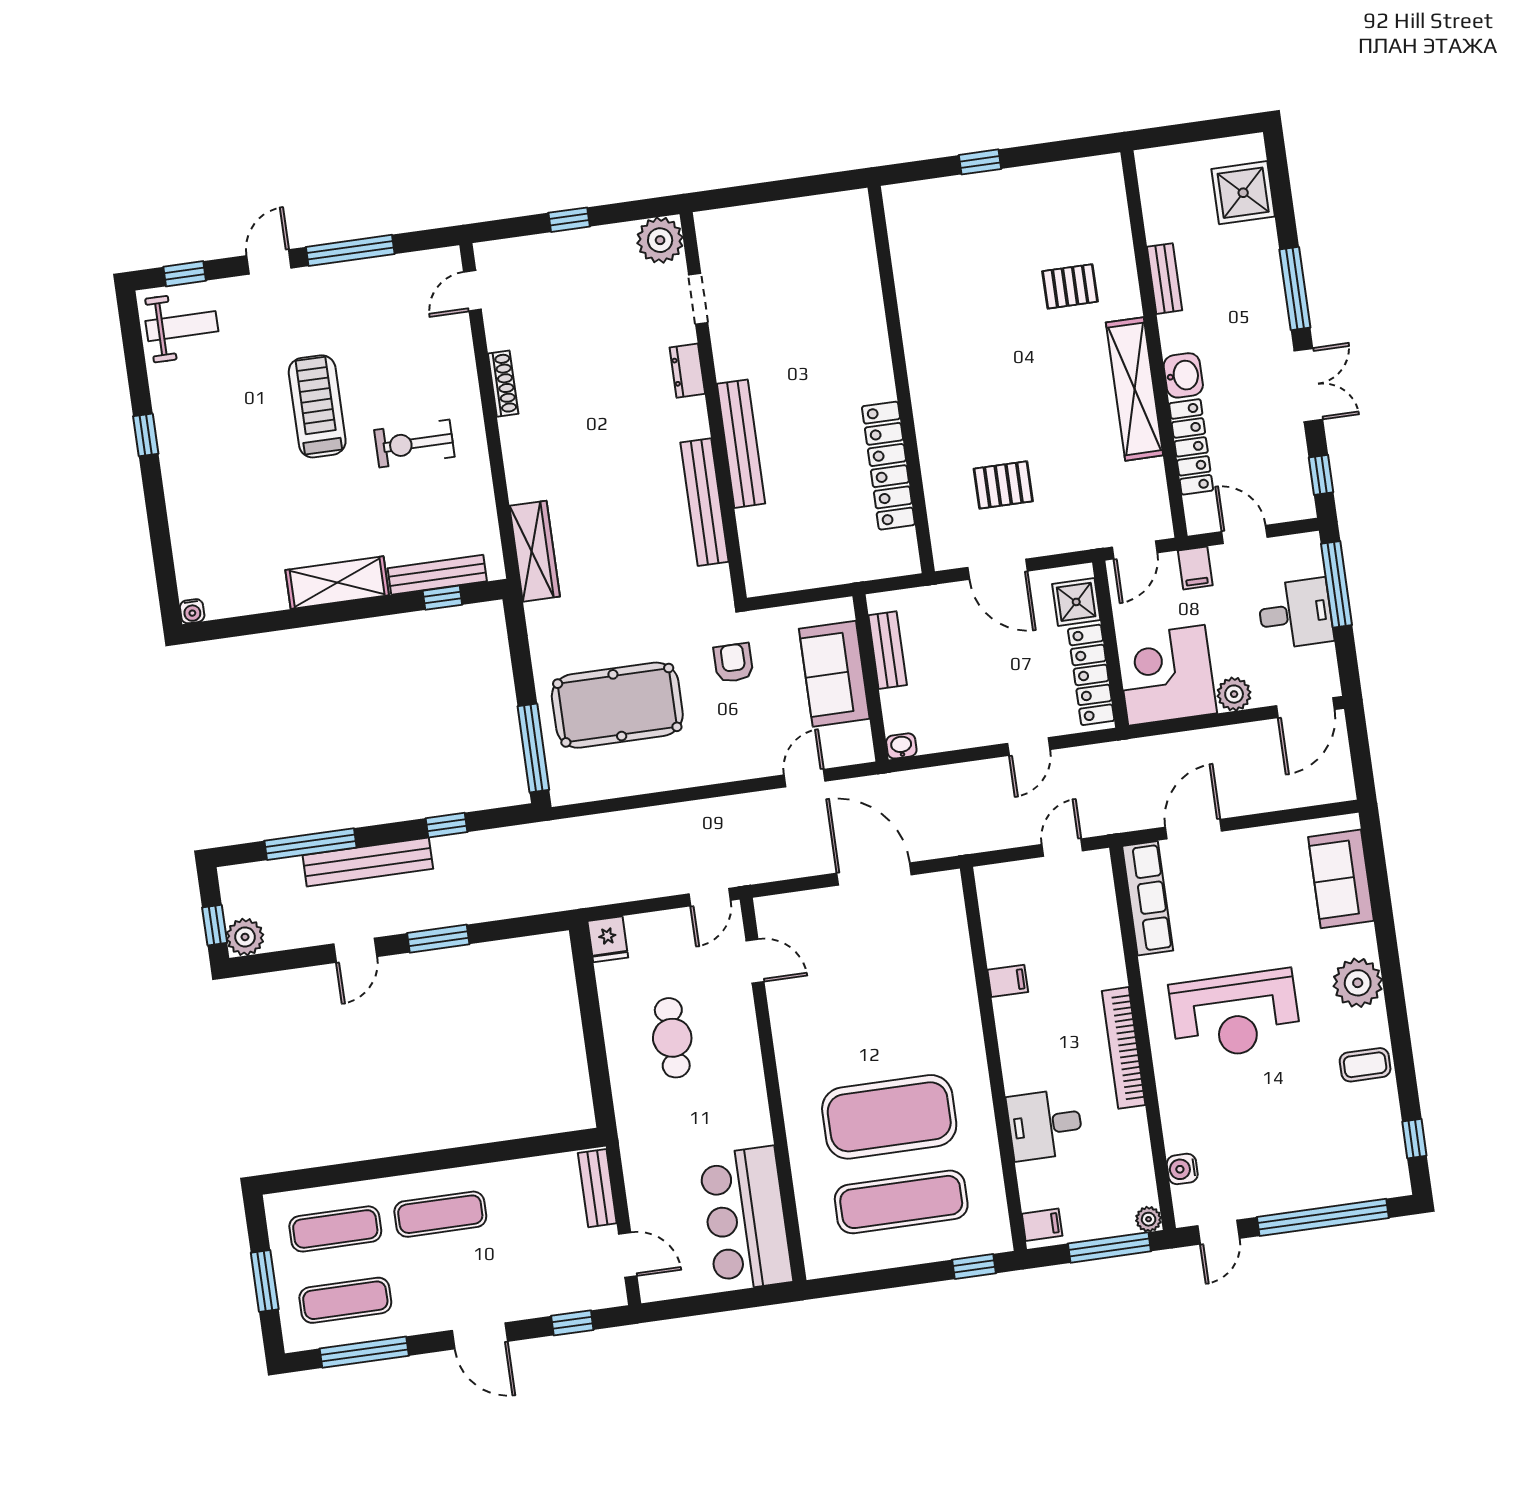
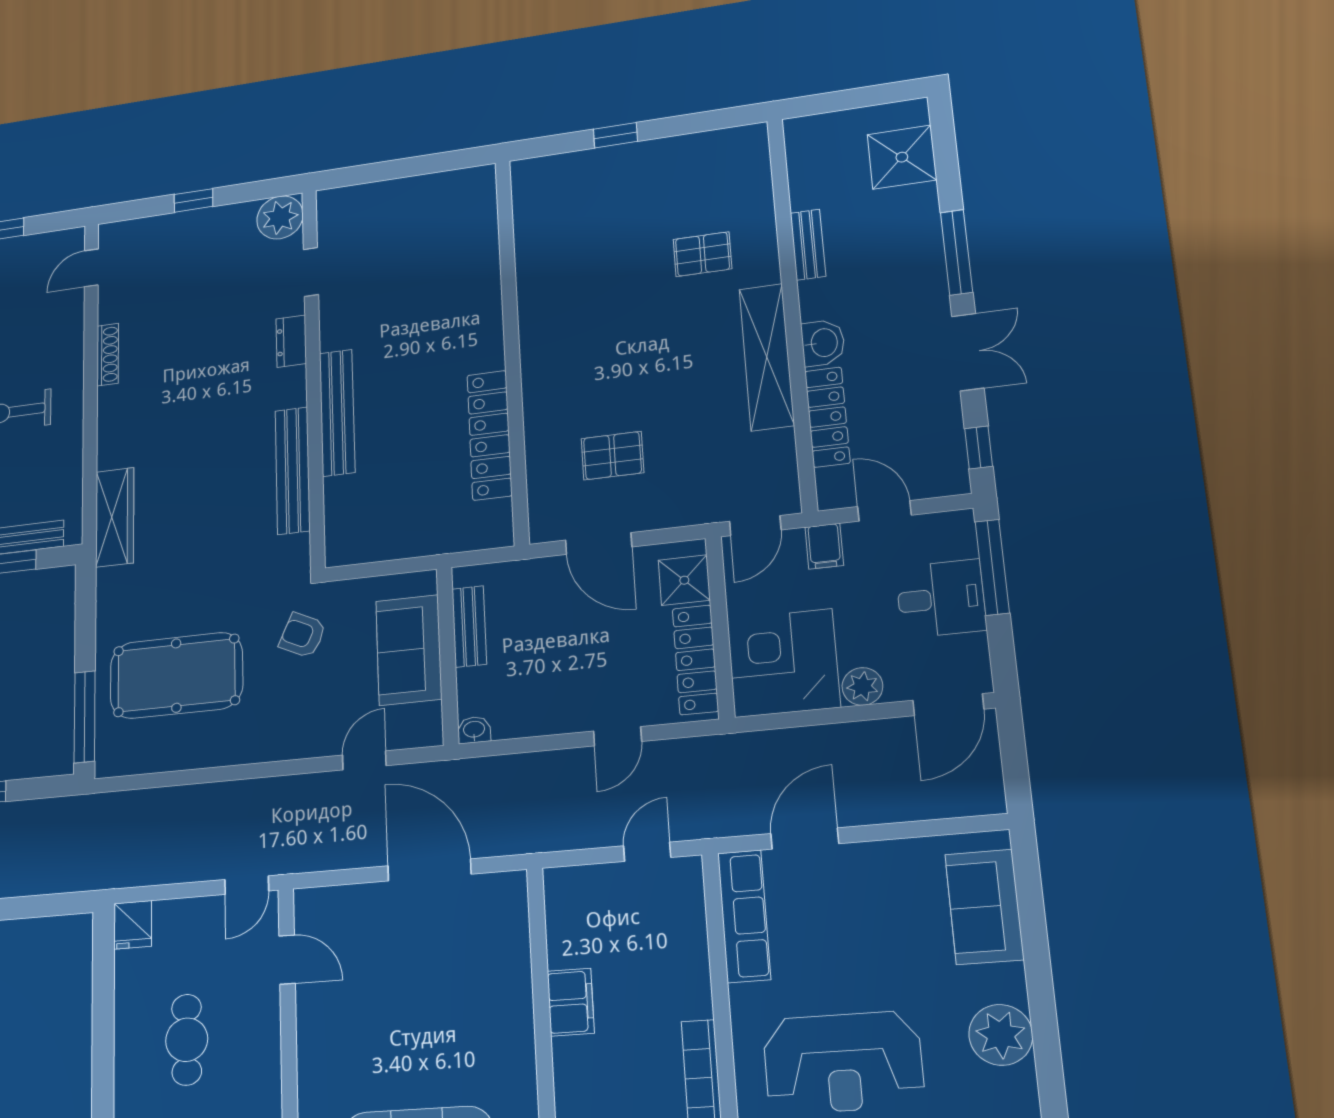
armchair: (733, 663) -> (303, 635), turned -65
filing cabinet: (1008, 981) -> (571, 1002), width x2.00

